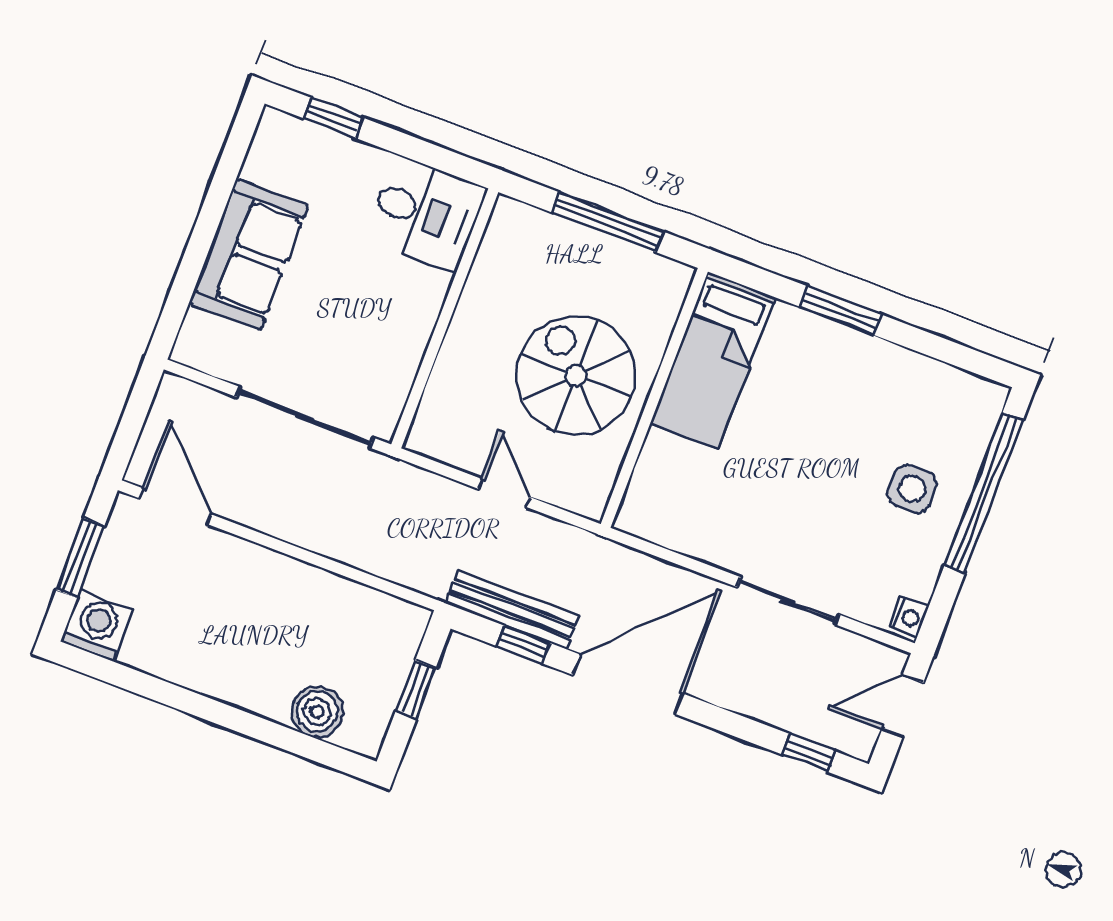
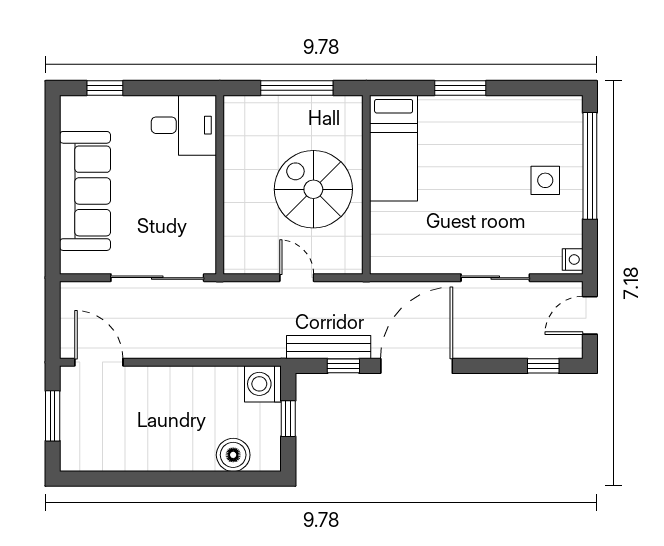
sofa: (249, 254) -> (85, 191), width x1.36
washing machine: (97, 625) -> (263, 384), moved, turned -90

